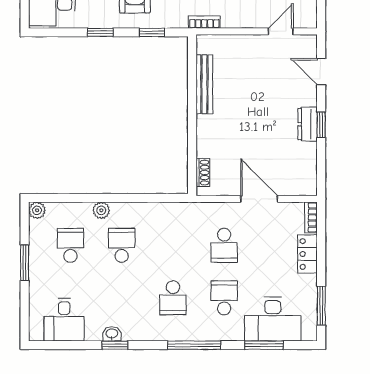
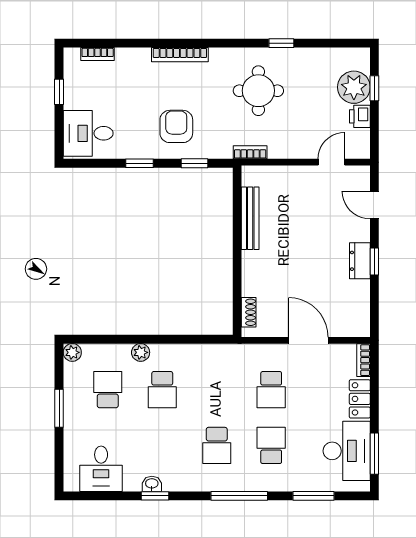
school desk: (122, 245) -> (162, 390), turned 180
desk: (273, 319) -> (347, 451), moved, turned -90

